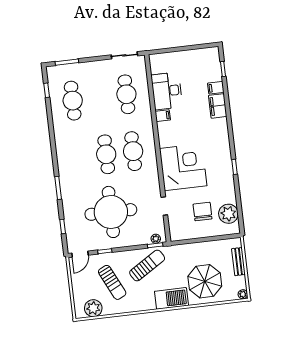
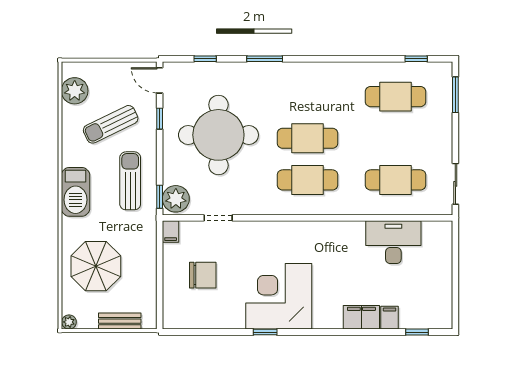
filing cabinet: (163, 116) -> (171, 232), moved
corner desk: (183, 167) -> (279, 296), moved, turned 180
plant: (228, 214) -> (195, 314), removed
plant: (156, 239) -> (176, 199), width x1.88, depth x1.88
sun lounger: (147, 266) -> (130, 181), turned -148
barbecue: (171, 298) -> (76, 192), moved

